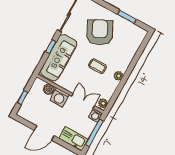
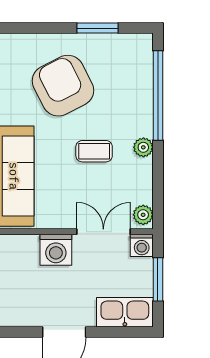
window: (136, 58) -> (158, 95), added
boiler: (49, 89) -> (27, 245), removed
window: (94, 133) -> (158, 279), width x0.69

